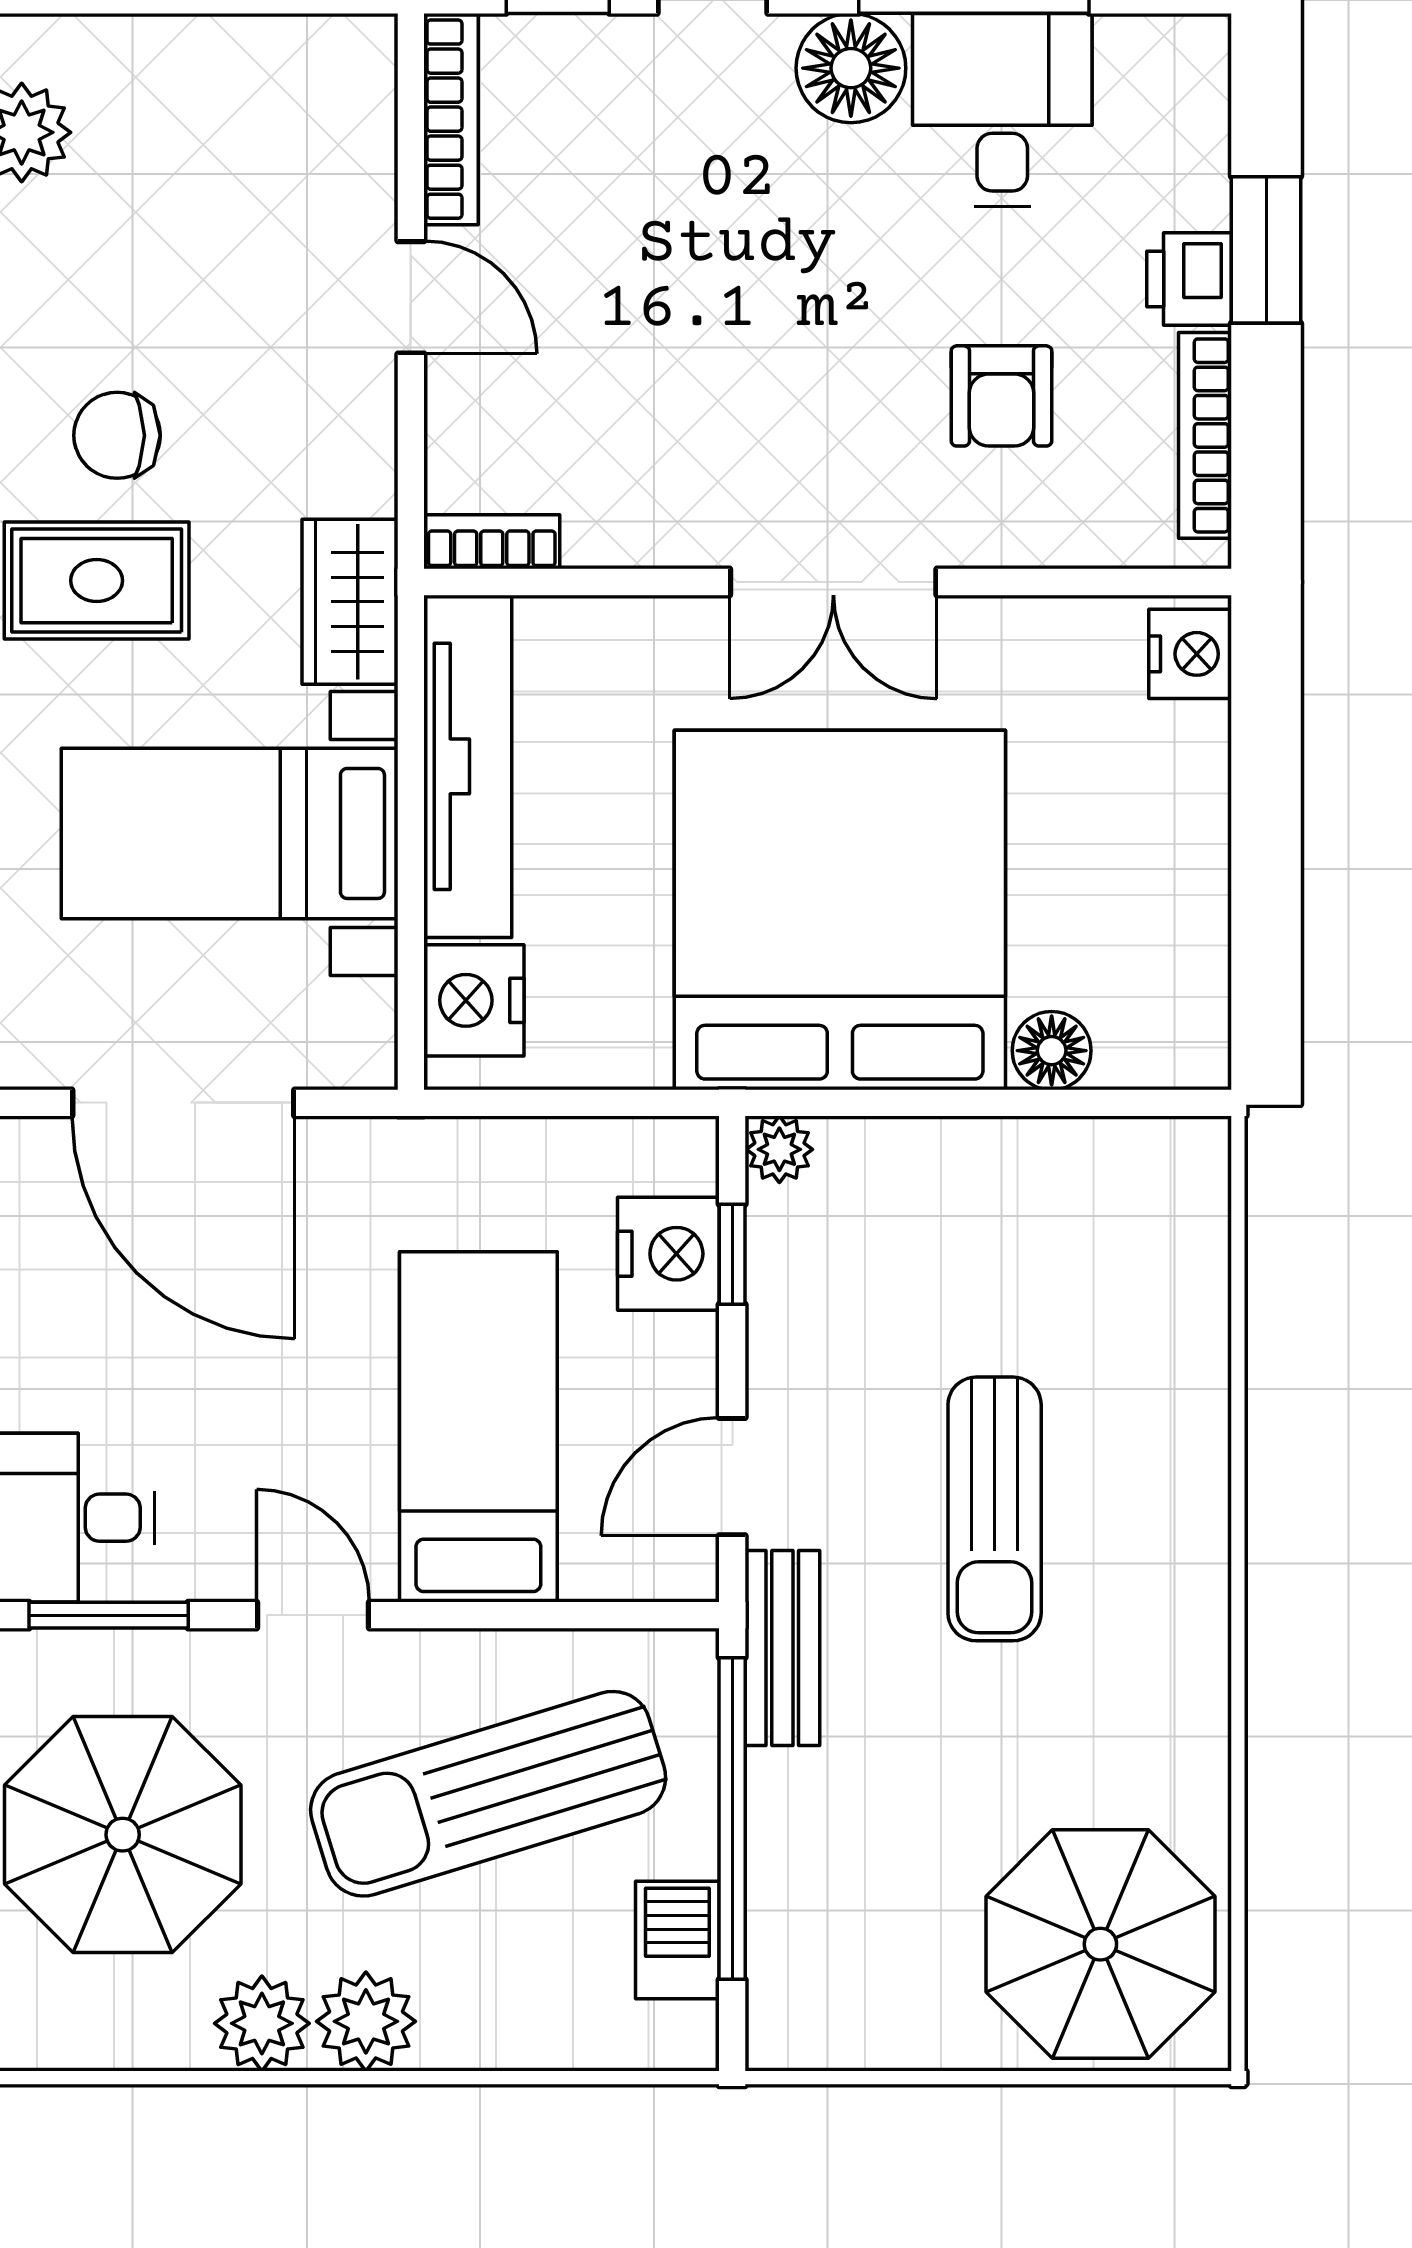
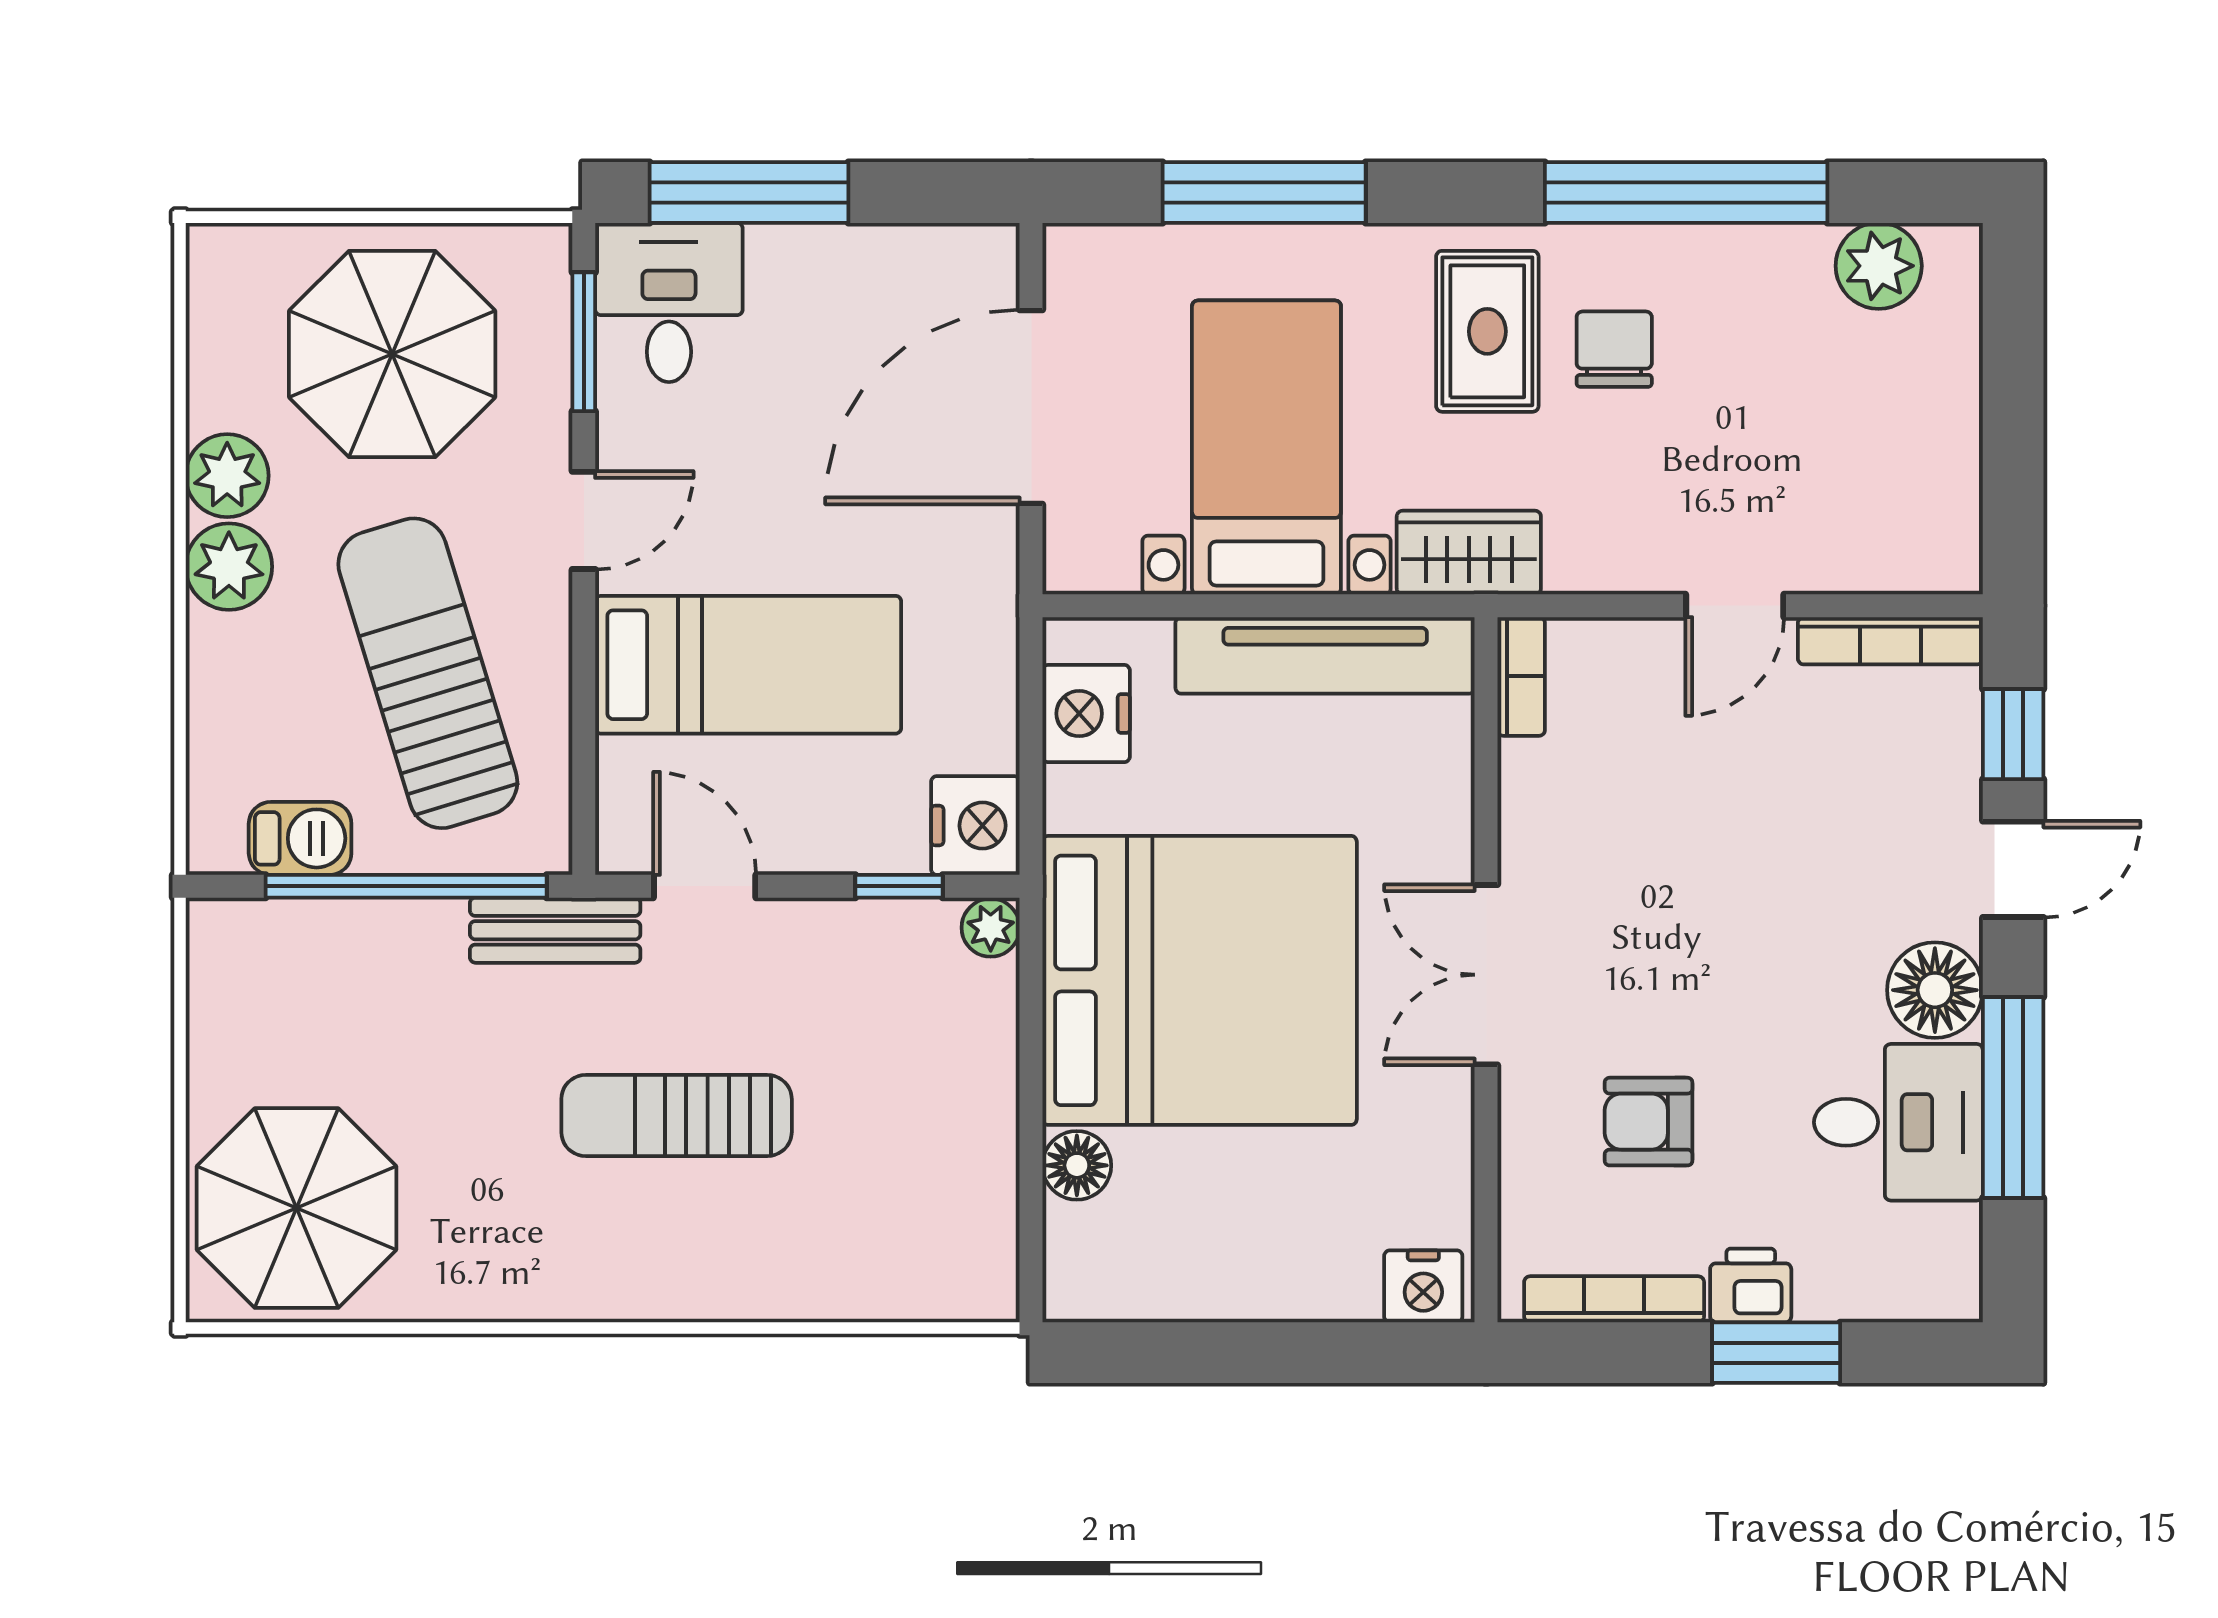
nightstand: (474, 1000) -> (1086, 714), moved, turned -90
nightstand: (668, 1254) -> (975, 826), moved, turned -90

